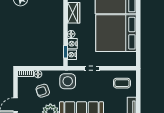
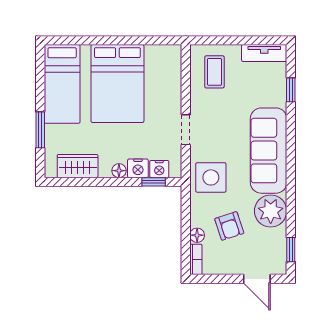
bed: (116, 33) -> (117, 83), width x0.73

